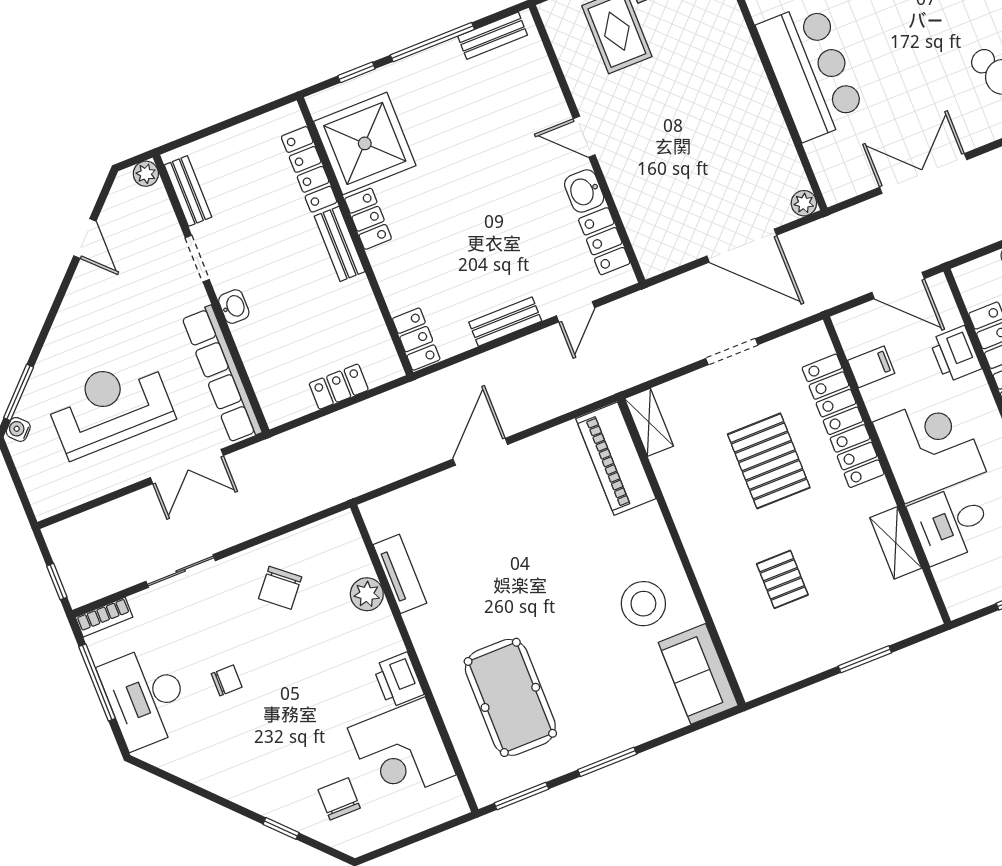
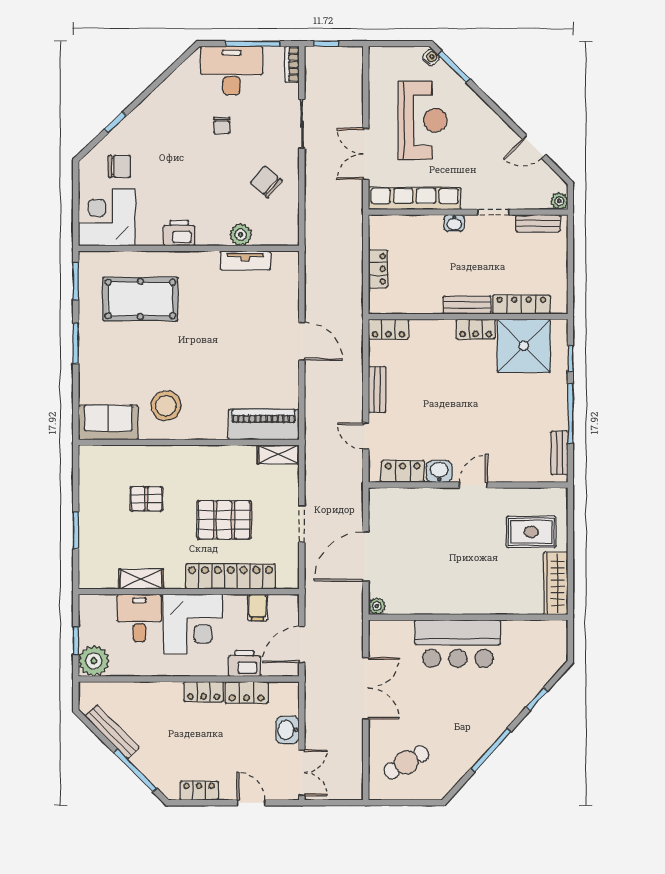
corner desk: (402, 751) -> (107, 217), moved

